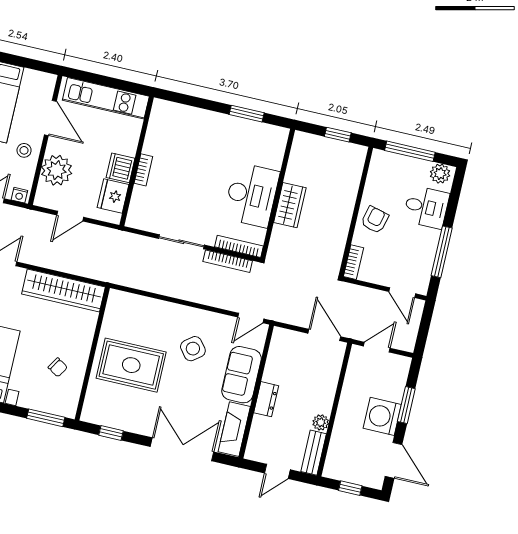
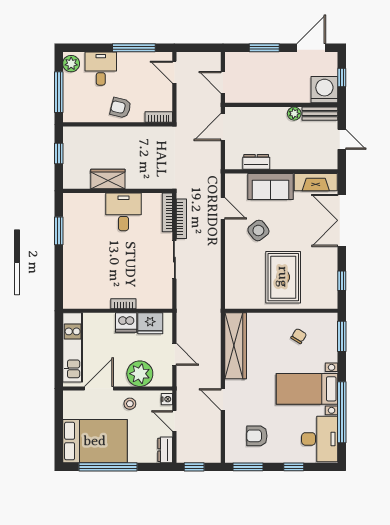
desk: (252, 195) -> (124, 212), width x0.73
wardrobe: (290, 205) -> (108, 179), moved
door: (402, 293) -> (174, 72), swing flipped
door: (251, 318) -> (223, 208), moved
dresser: (266, 399) -> (256, 162), moved
washing machine: (382, 416) -> (324, 90), moved, turned 180

